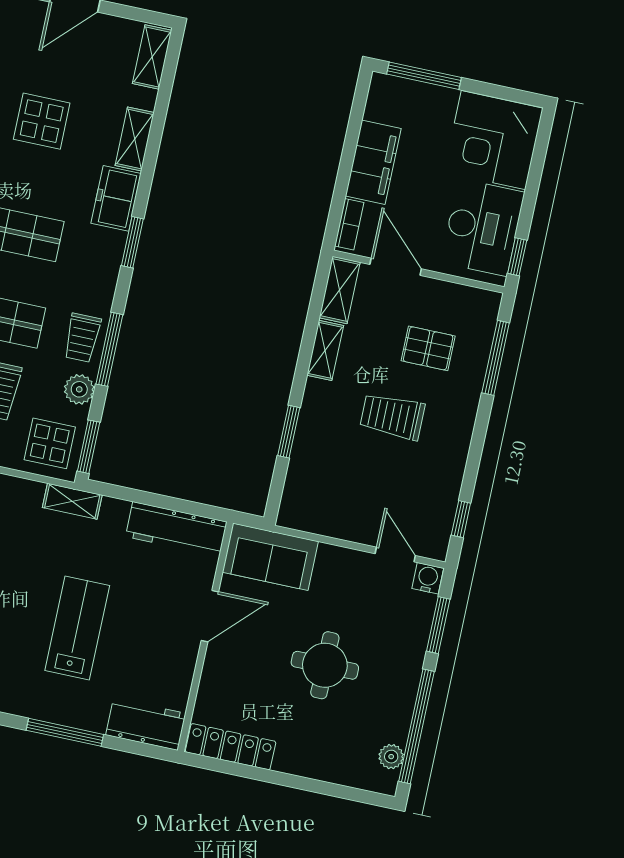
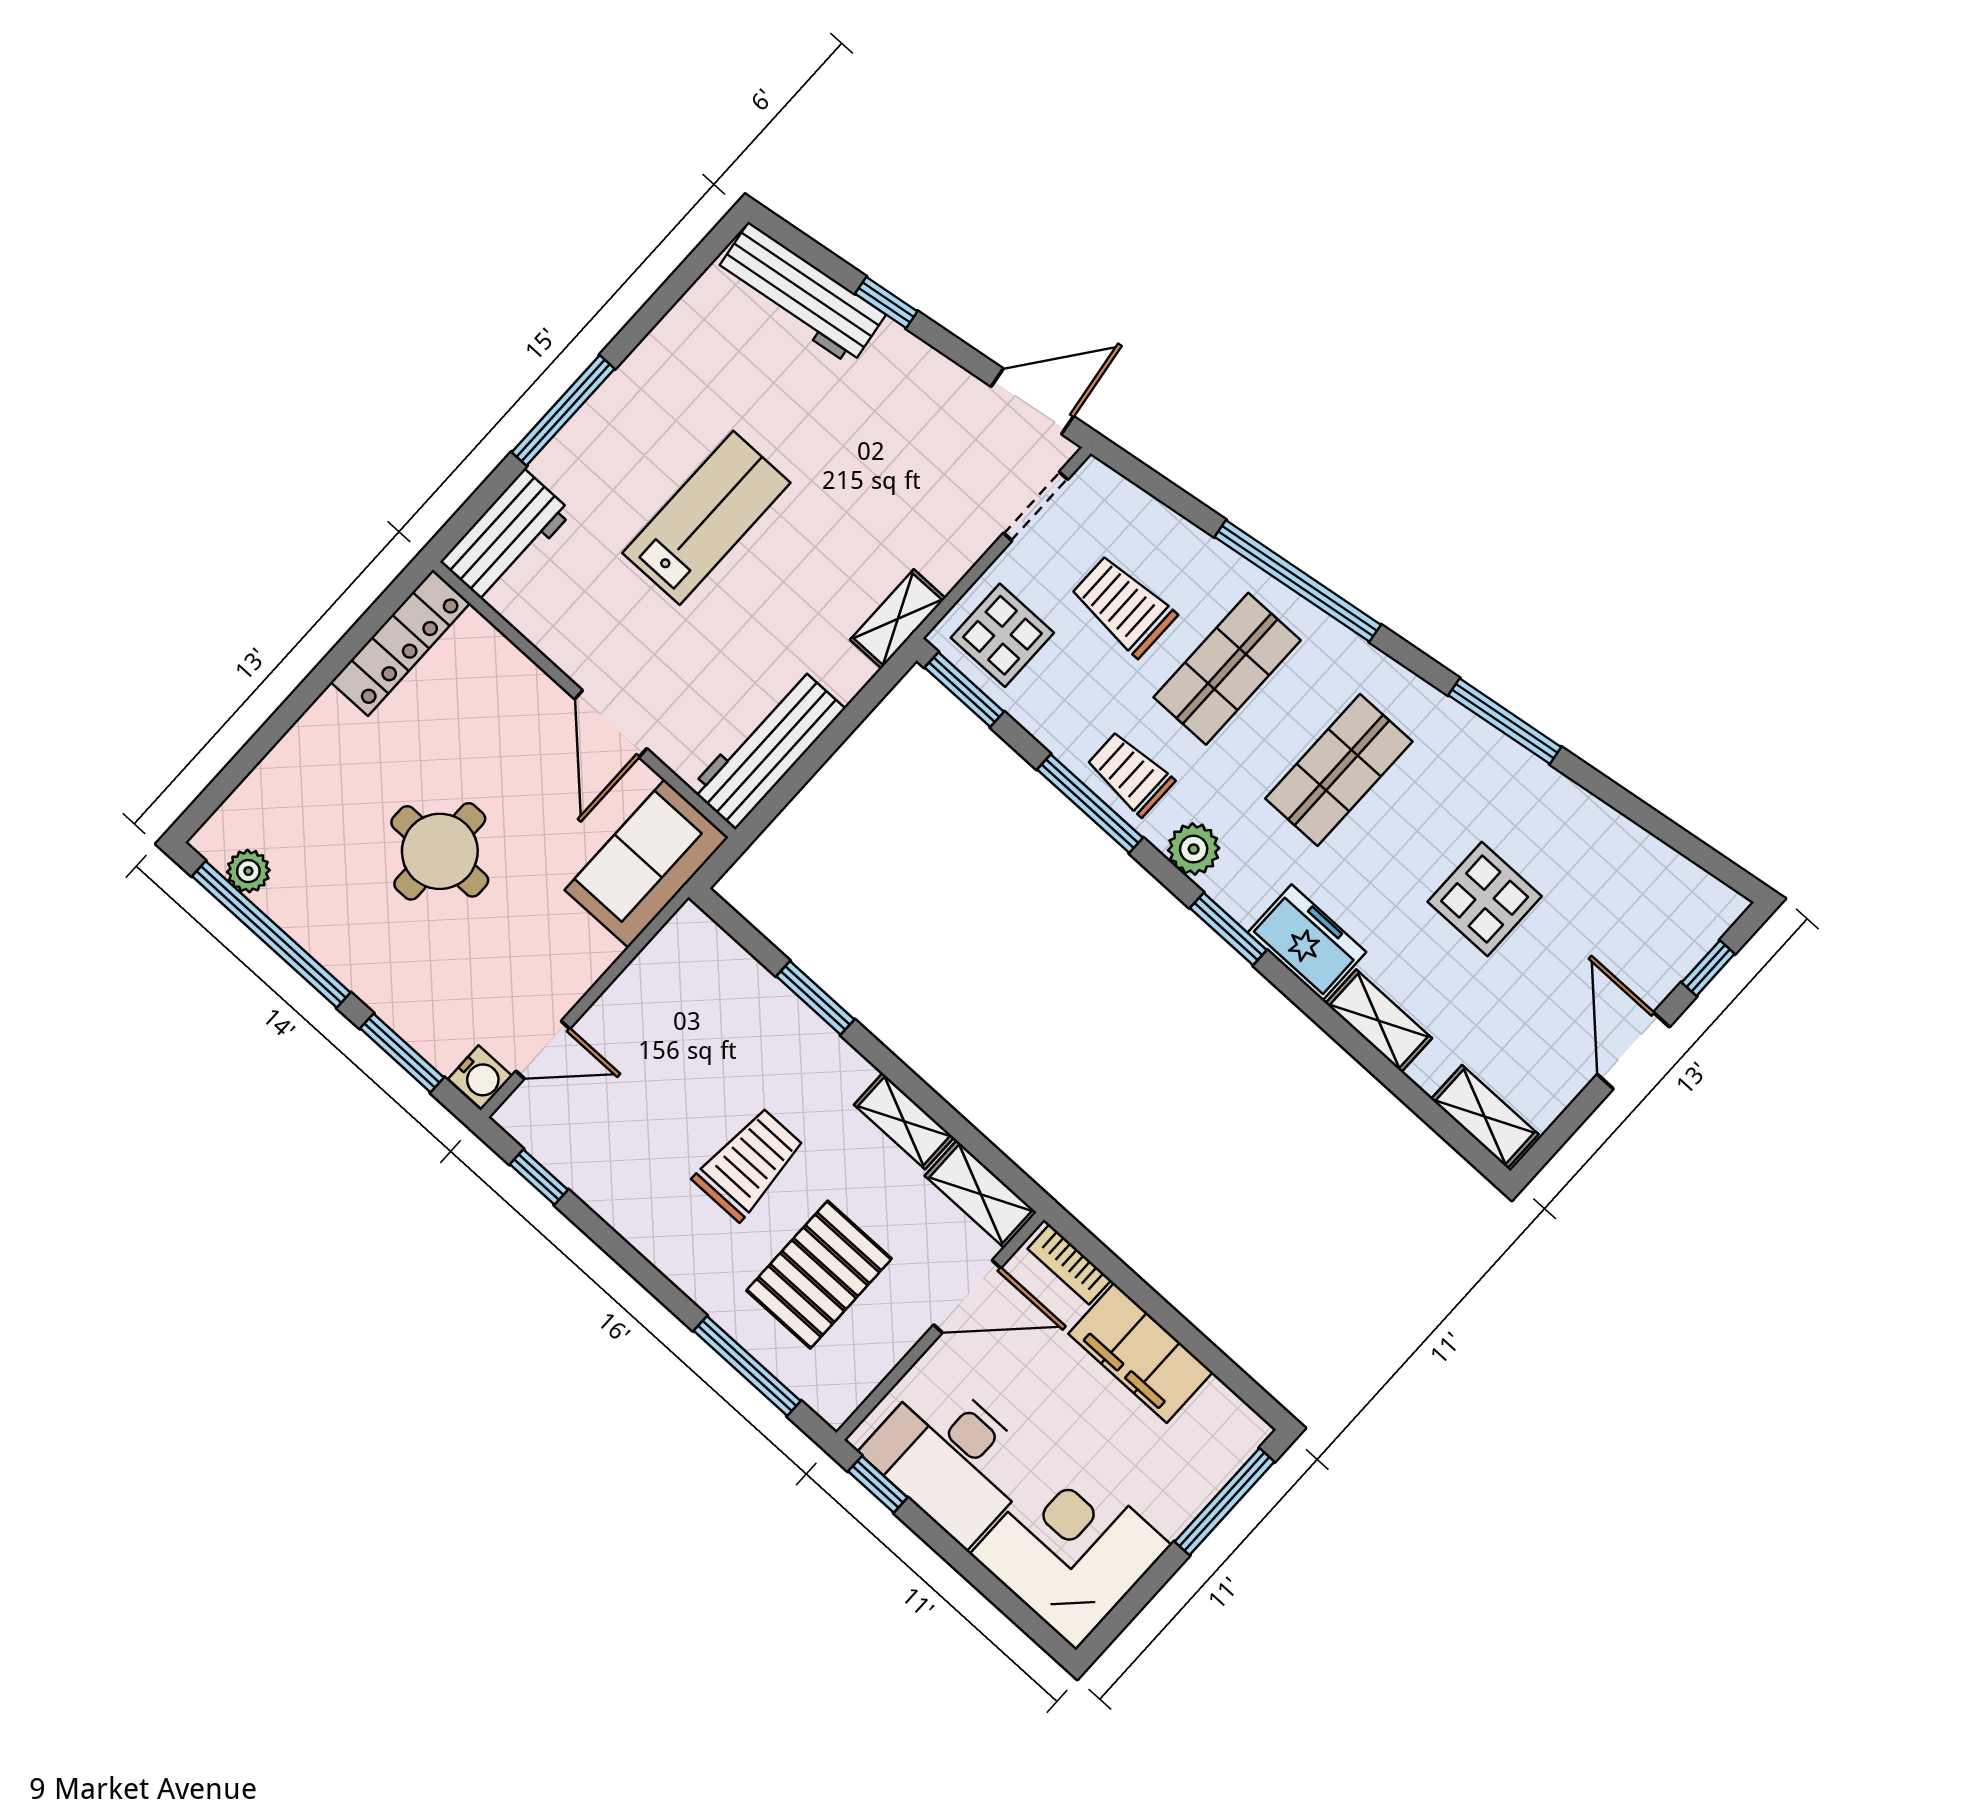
pallet: (428, 348) -> (819, 1275), width x1.50, depth x1.42
plant: (79, 389) -> (1194, 849), moved
lab bench: (77, 628) -> (706, 518), turned -90

